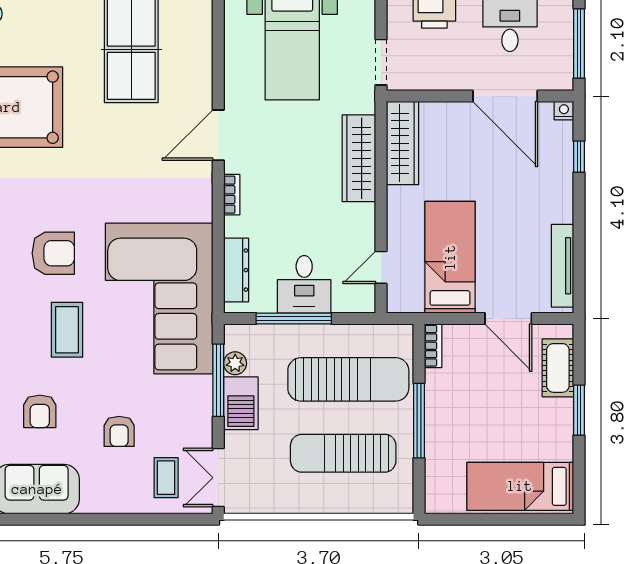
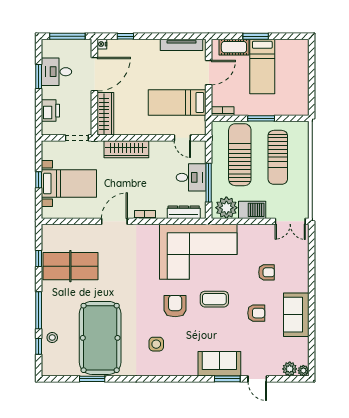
door: (218, 135) -> (114, 221), swing flipped
wardrobe: (403, 143) -> (105, 114), moved, turned 90
plant: (235, 363) -> (226, 208), width x1.87, depth x1.87
window: (218, 380) -> (240, 221), removed
window: (419, 421) -> (261, 118), width x0.69
coffee table: (166, 478) -> (290, 248), removed
bed: (520, 486) -> (262, 66), moved

